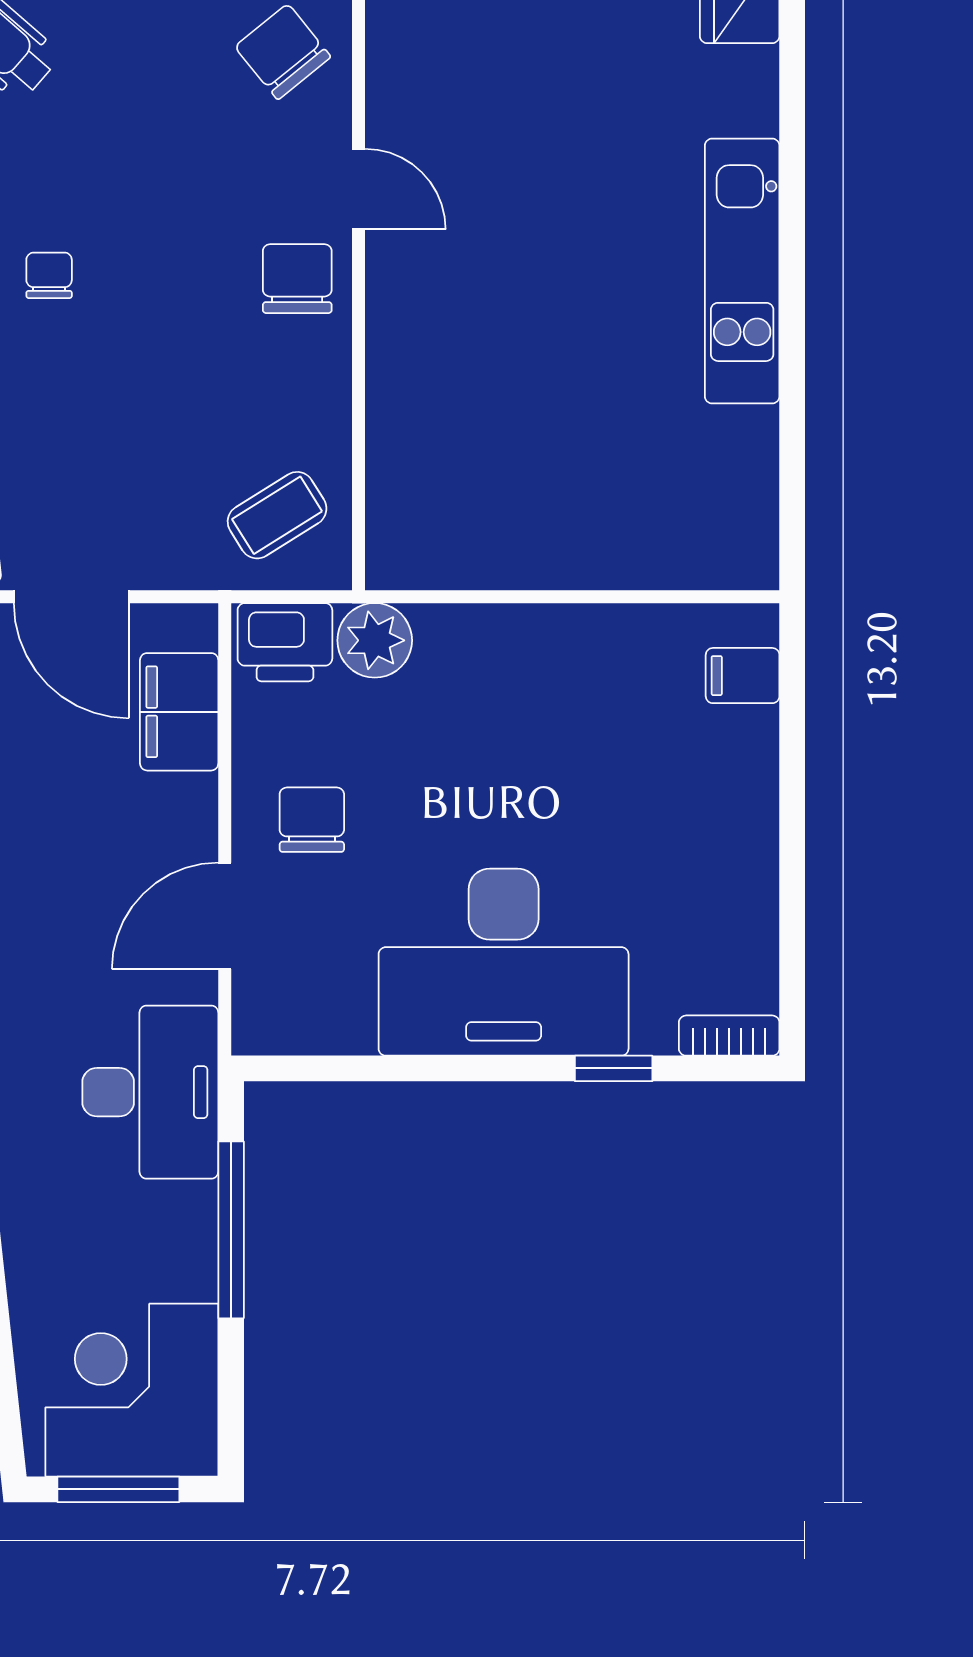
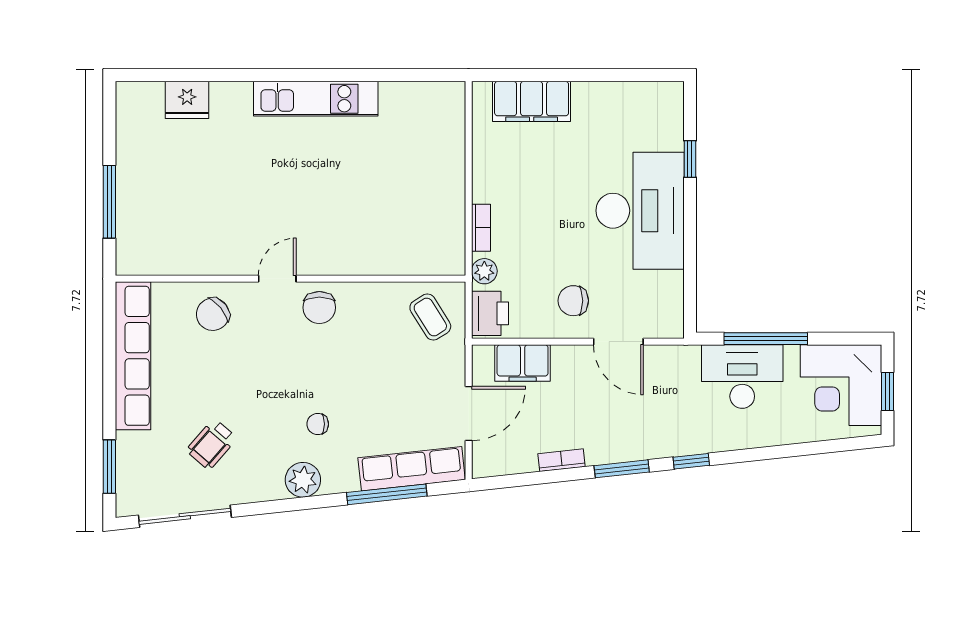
chair: (297, 279) -> (319, 308), turned -90
plant: (375, 640) -> (484, 271), width x0.73, depth x0.73
filing cabinet: (743, 676) -> (532, 101), width x3.00, depth x1.17
bookcase: (729, 1036) -> (481, 228), moved, turned 180
desk: (150, 1092) -> (742, 377), moved
window: (118, 1489) -> (888, 391), width x0.67

